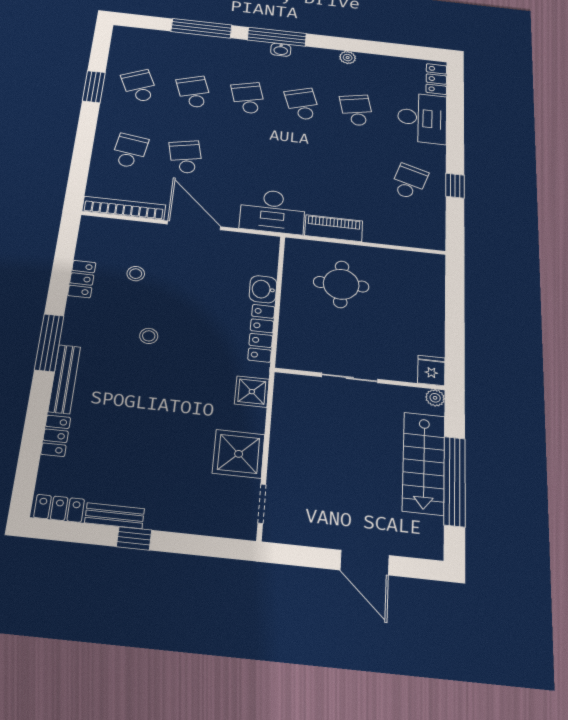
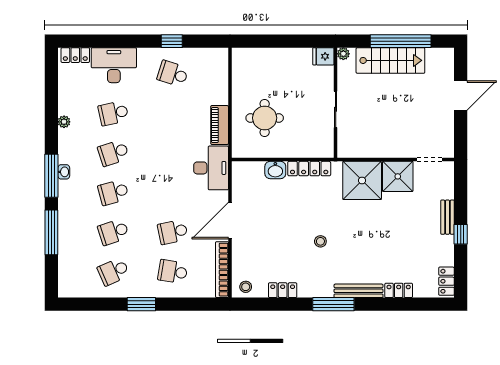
window: (94, 87) -> (141, 304), moved
stool: (136, 274) -> (246, 287), moved
shower: (252, 392) -> (362, 180), width x1.86, depth x1.86
bench: (115, 516) -> (447, 217), moved

